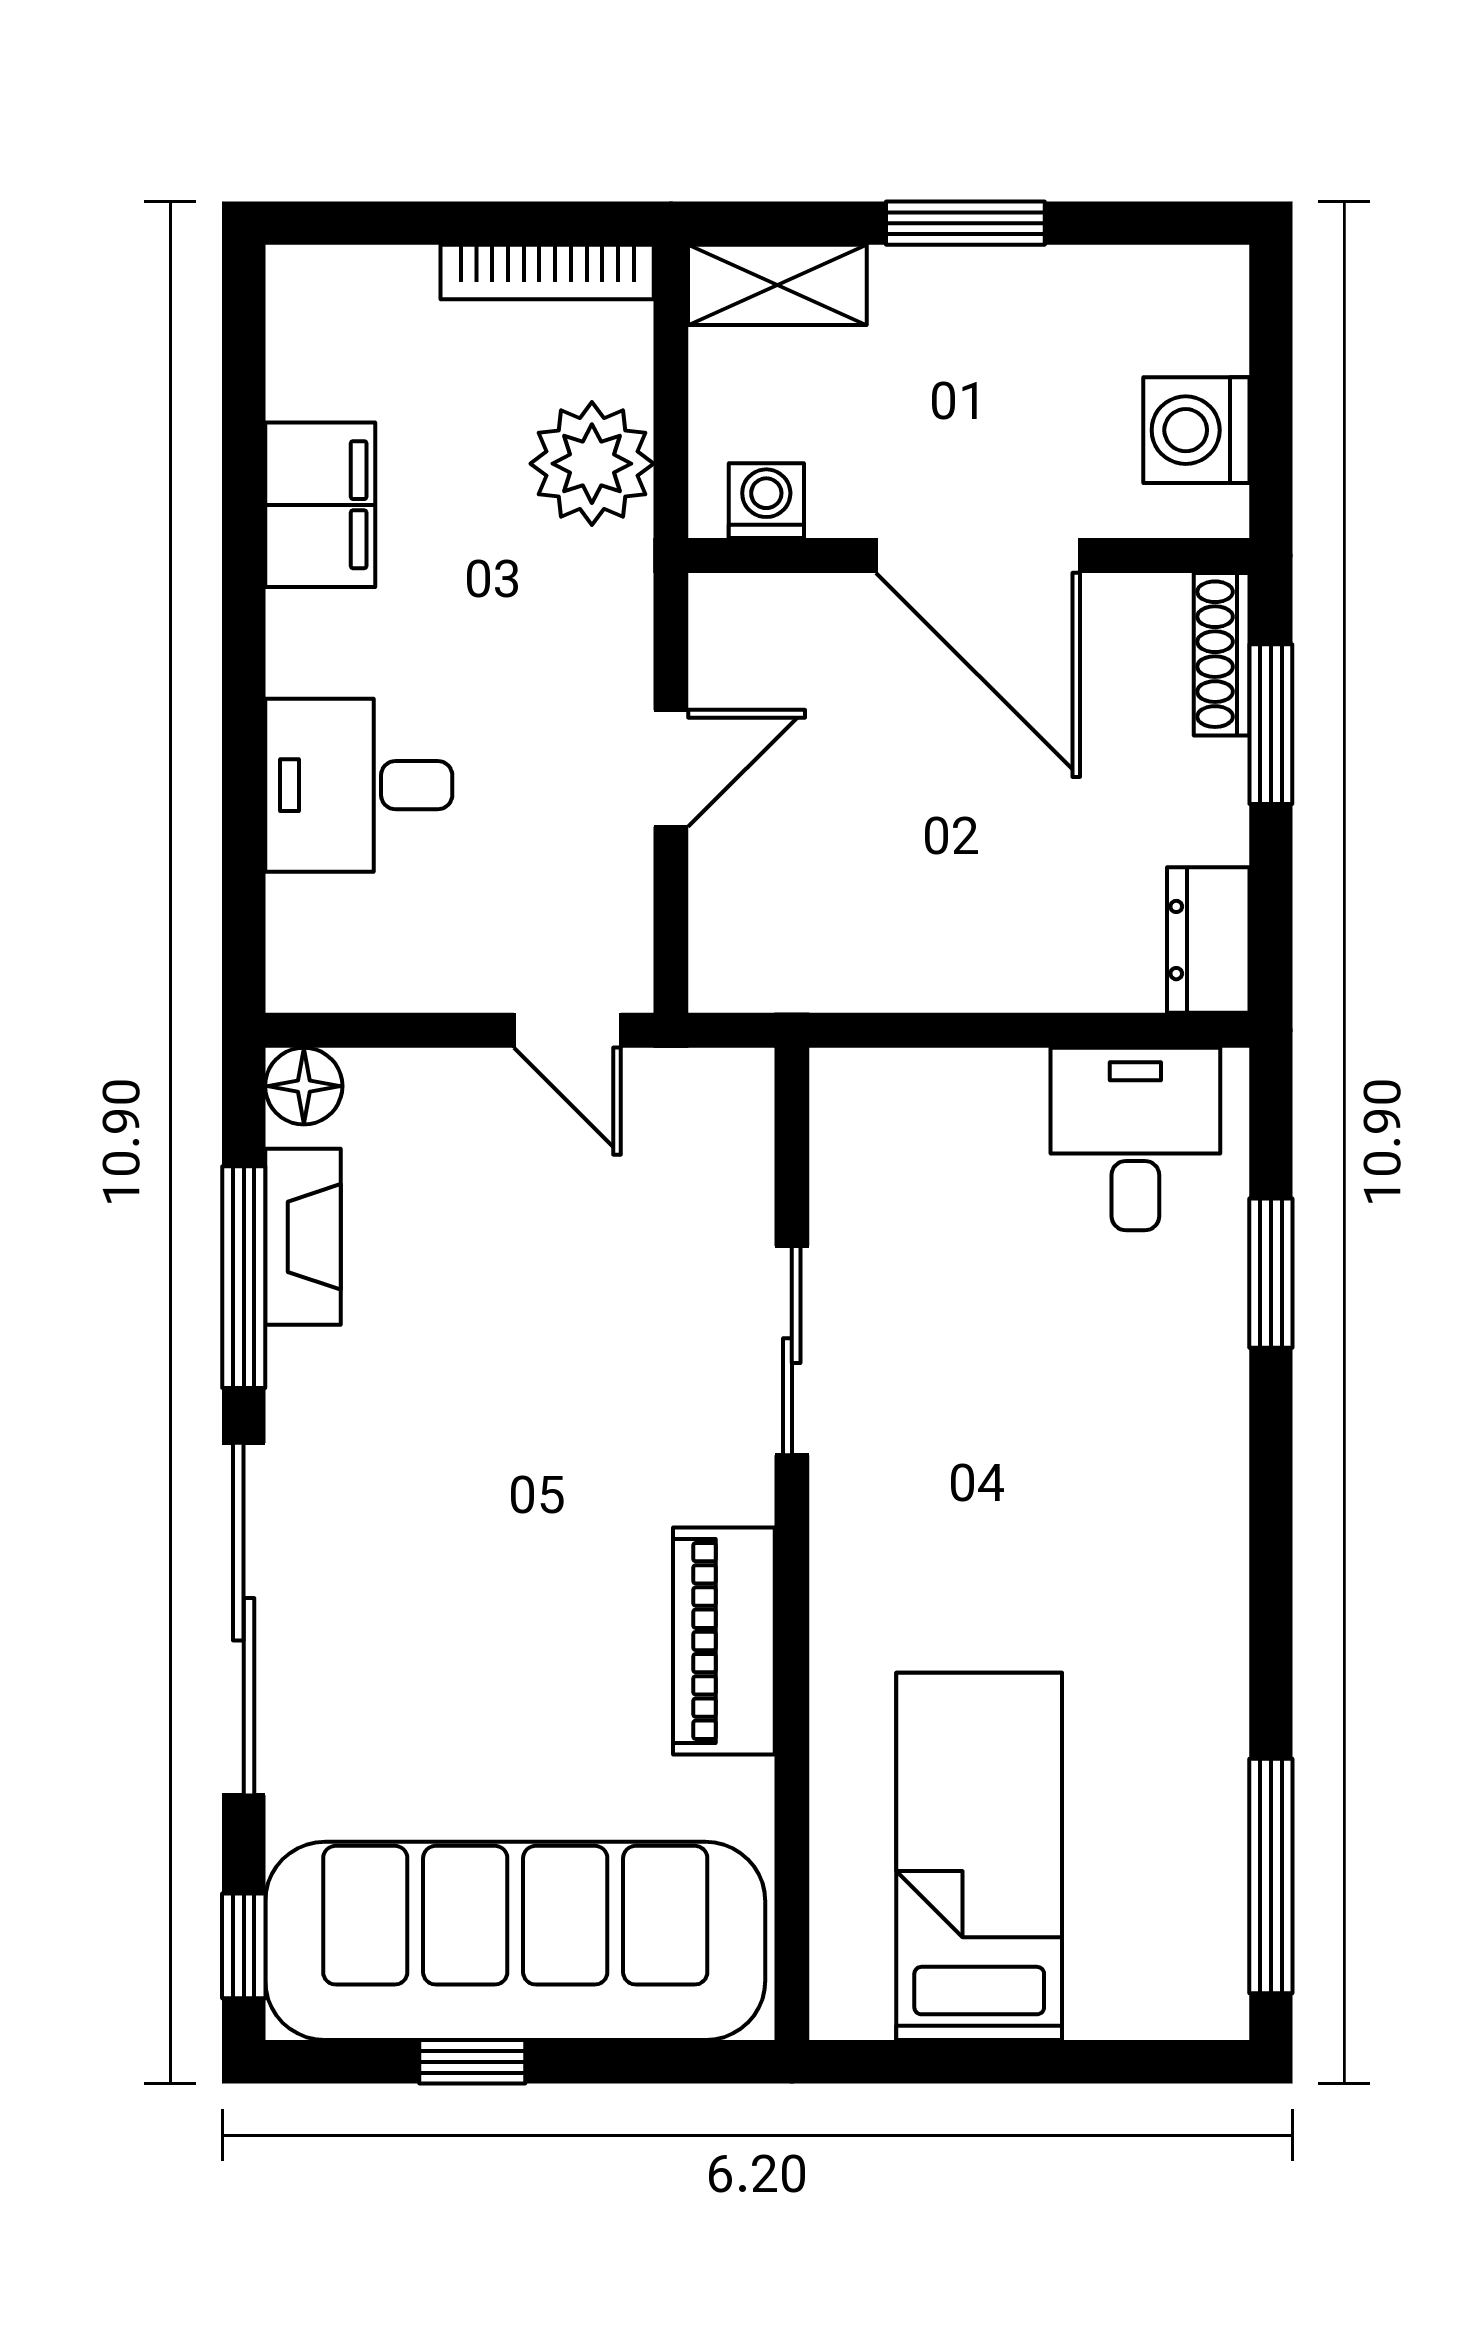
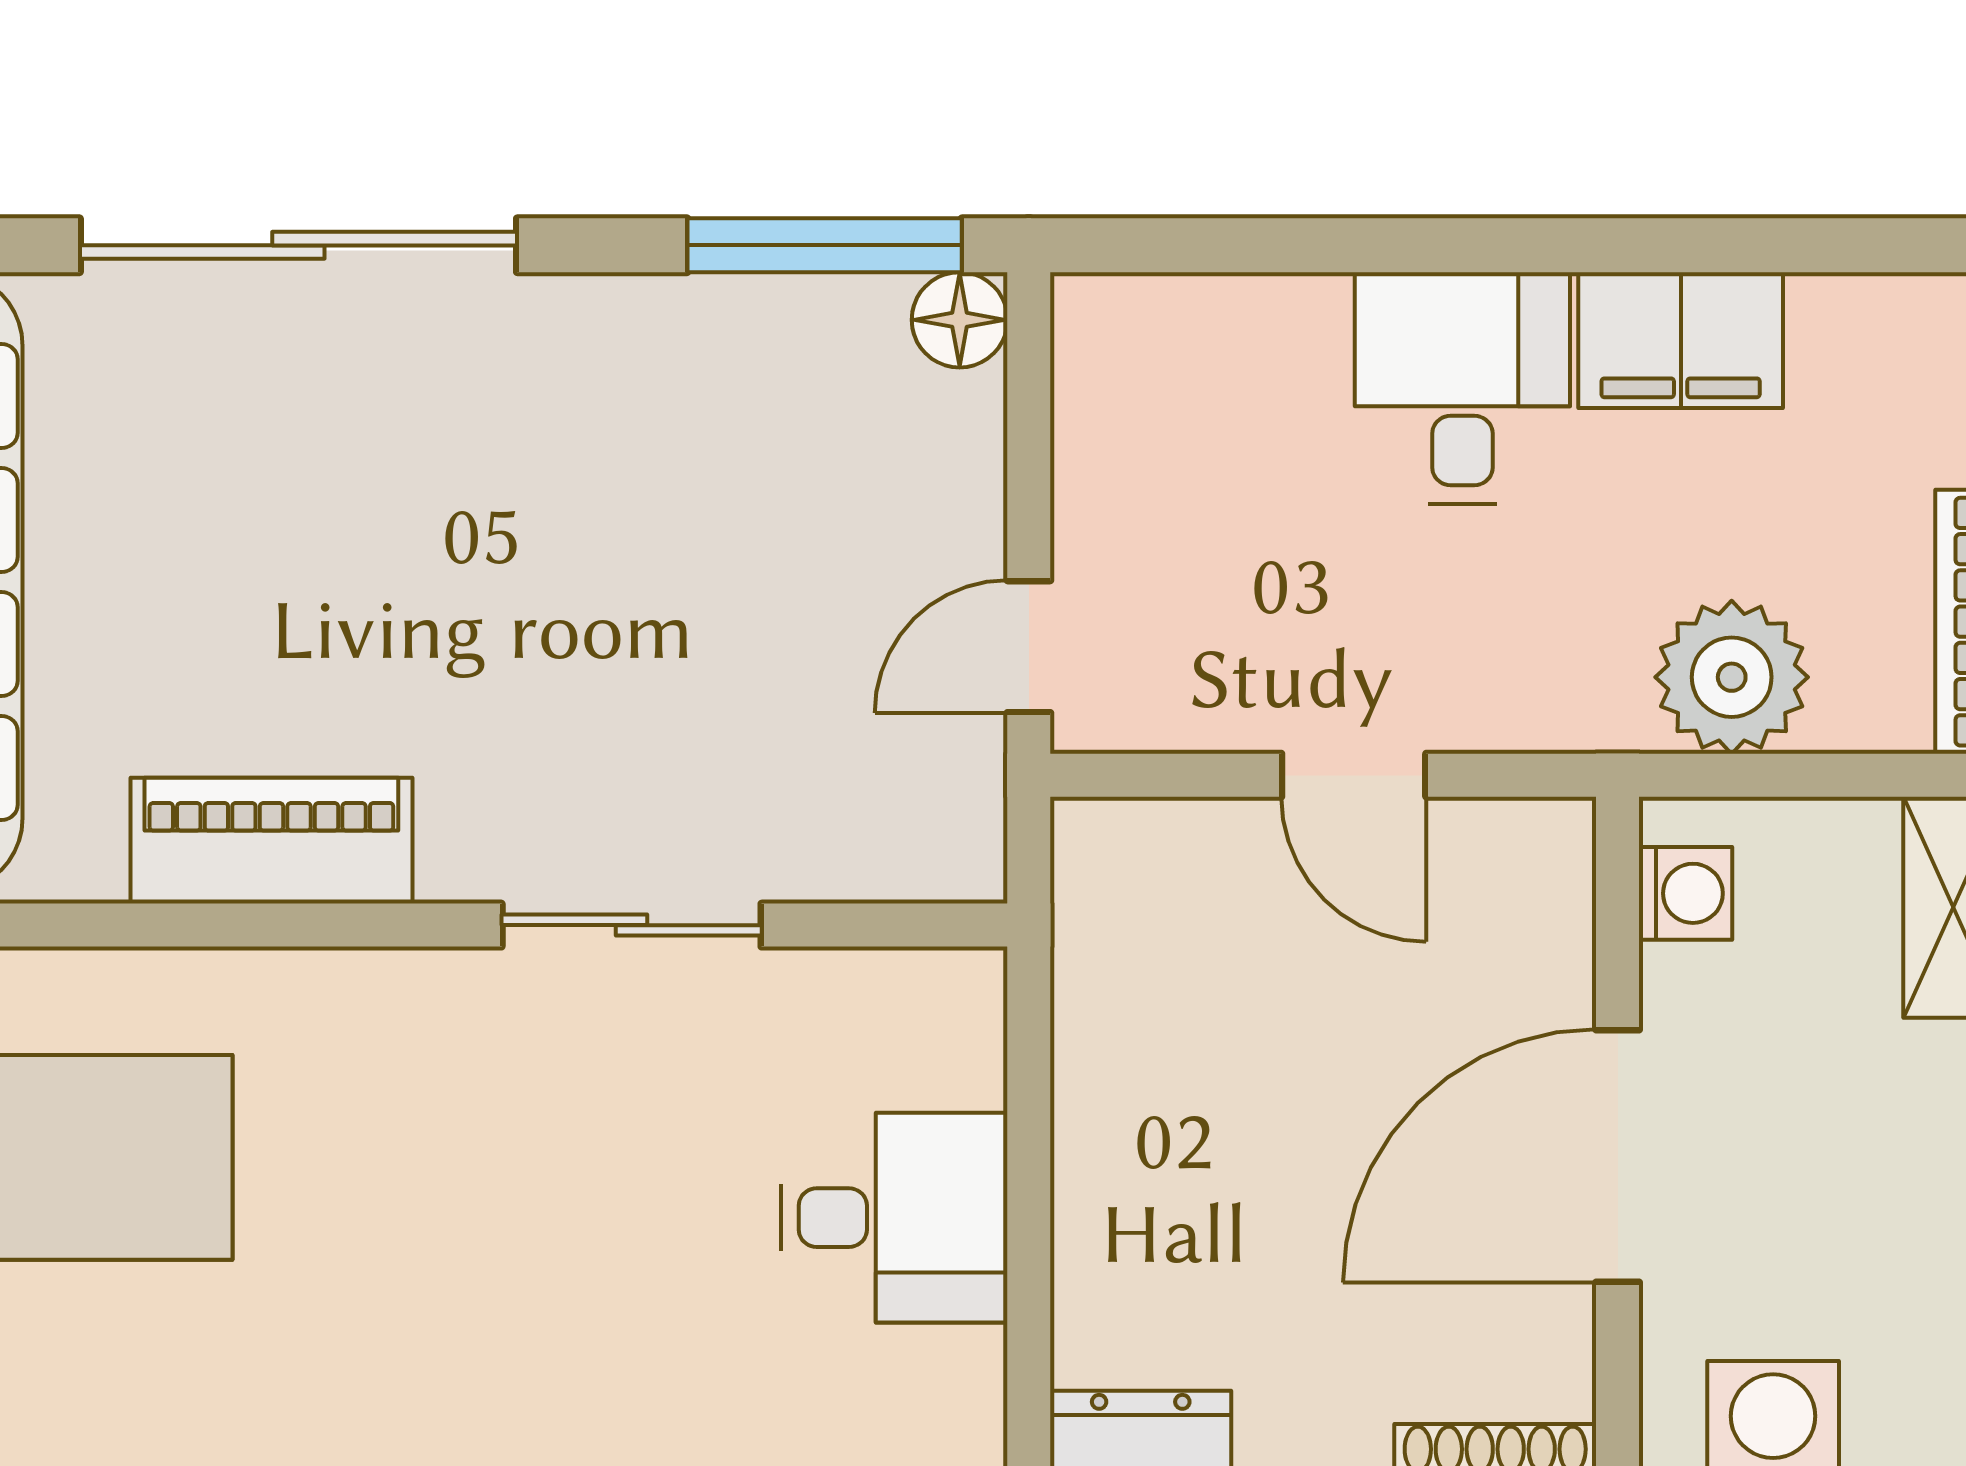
desk: (359, 785) -> (1462, 388), moved
desk: (1135, 1139) -> (894, 1218), moved
fireplace: (303, 1237) -> (773, 319), removed
window: (244, 1277) -> (825, 245), moved

